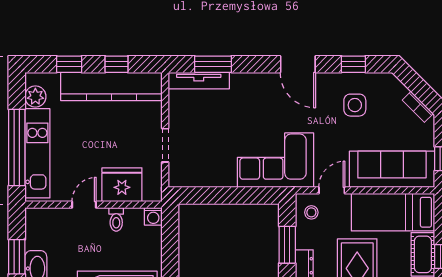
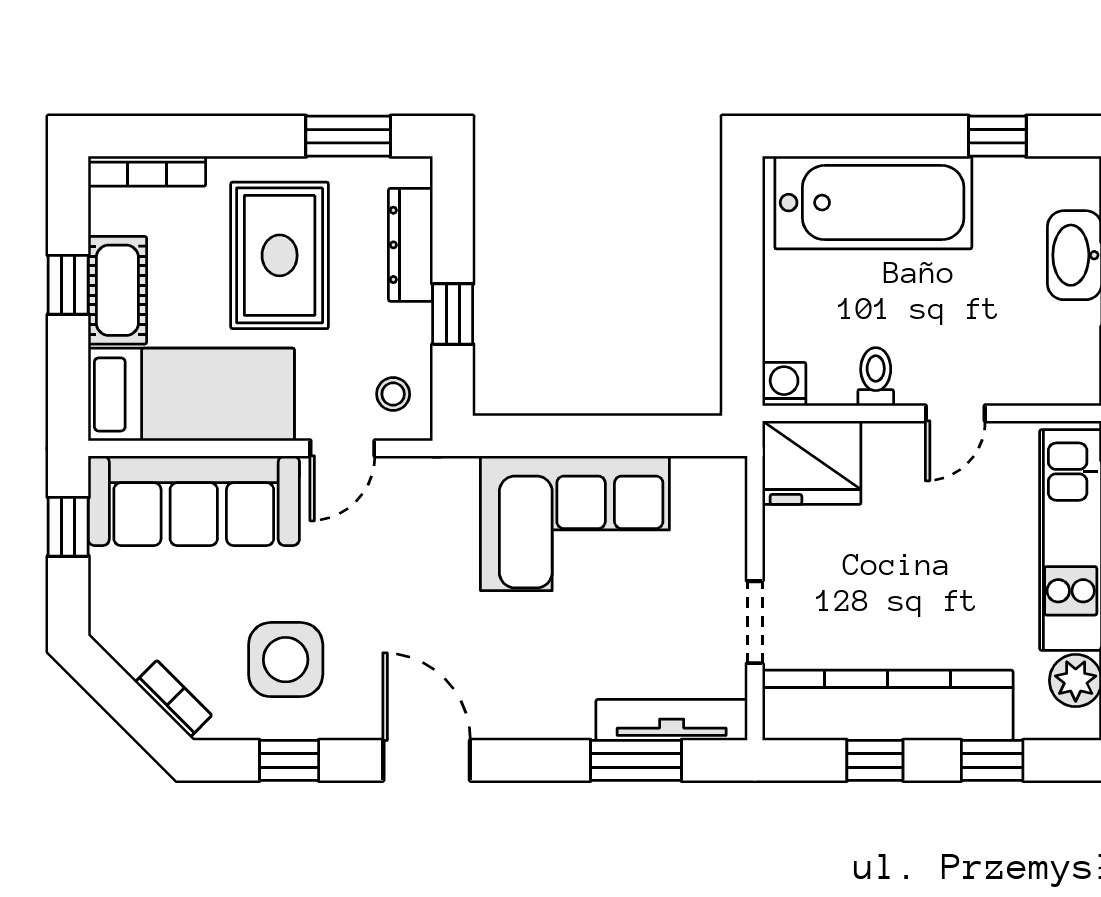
side table: (355, 105) -> (286, 660), width x1.37, depth x1.37
bookcase: (418, 107) -> (174, 699), moved
doorway: (165, 145) -> (755, 622), moved
corner sofa: (276, 160) -> (575, 523), moved
fridge: (122, 185) -> (812, 463), moved
window: (287, 245) -> (453, 314), width x0.67

